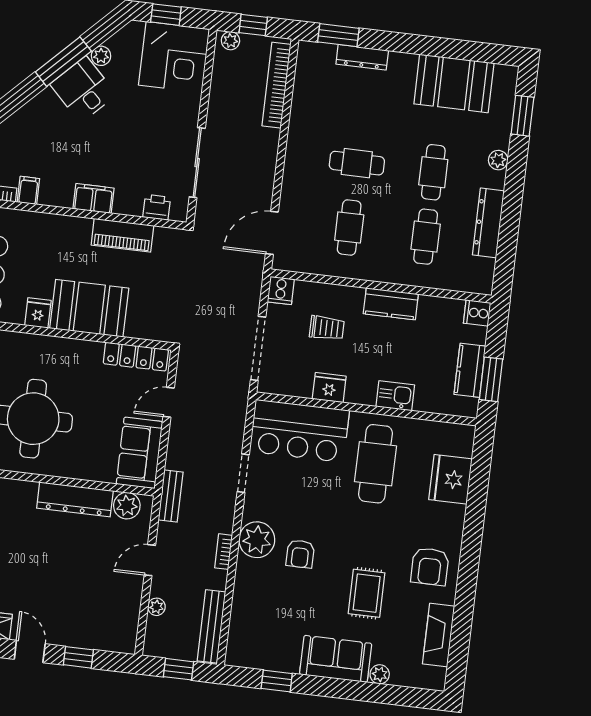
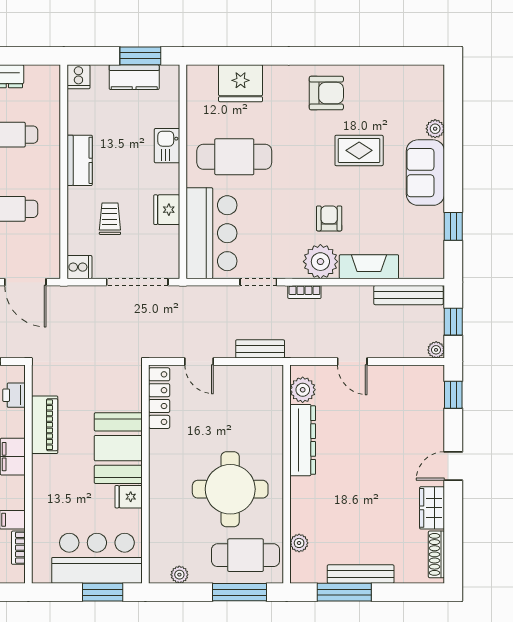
sofa: (139, 453) -> (251, 384), removed
bench: (171, 496) -> (260, 349), moved
bookcase: (224, 552) -> (304, 292), moved
armchair: (300, 554) -> (329, 218), turned -90
plant: (156, 607) -> (436, 350), moved
fireplace: (439, 635) -> (369, 267), moved, turned 180
window: (78, 657) -> (453, 395), moved

